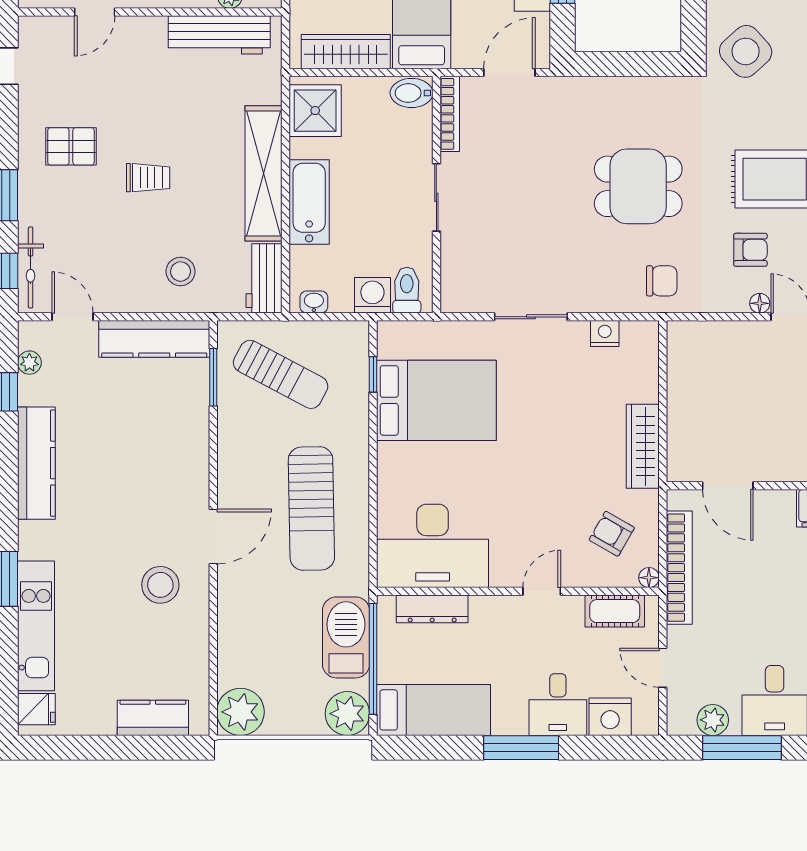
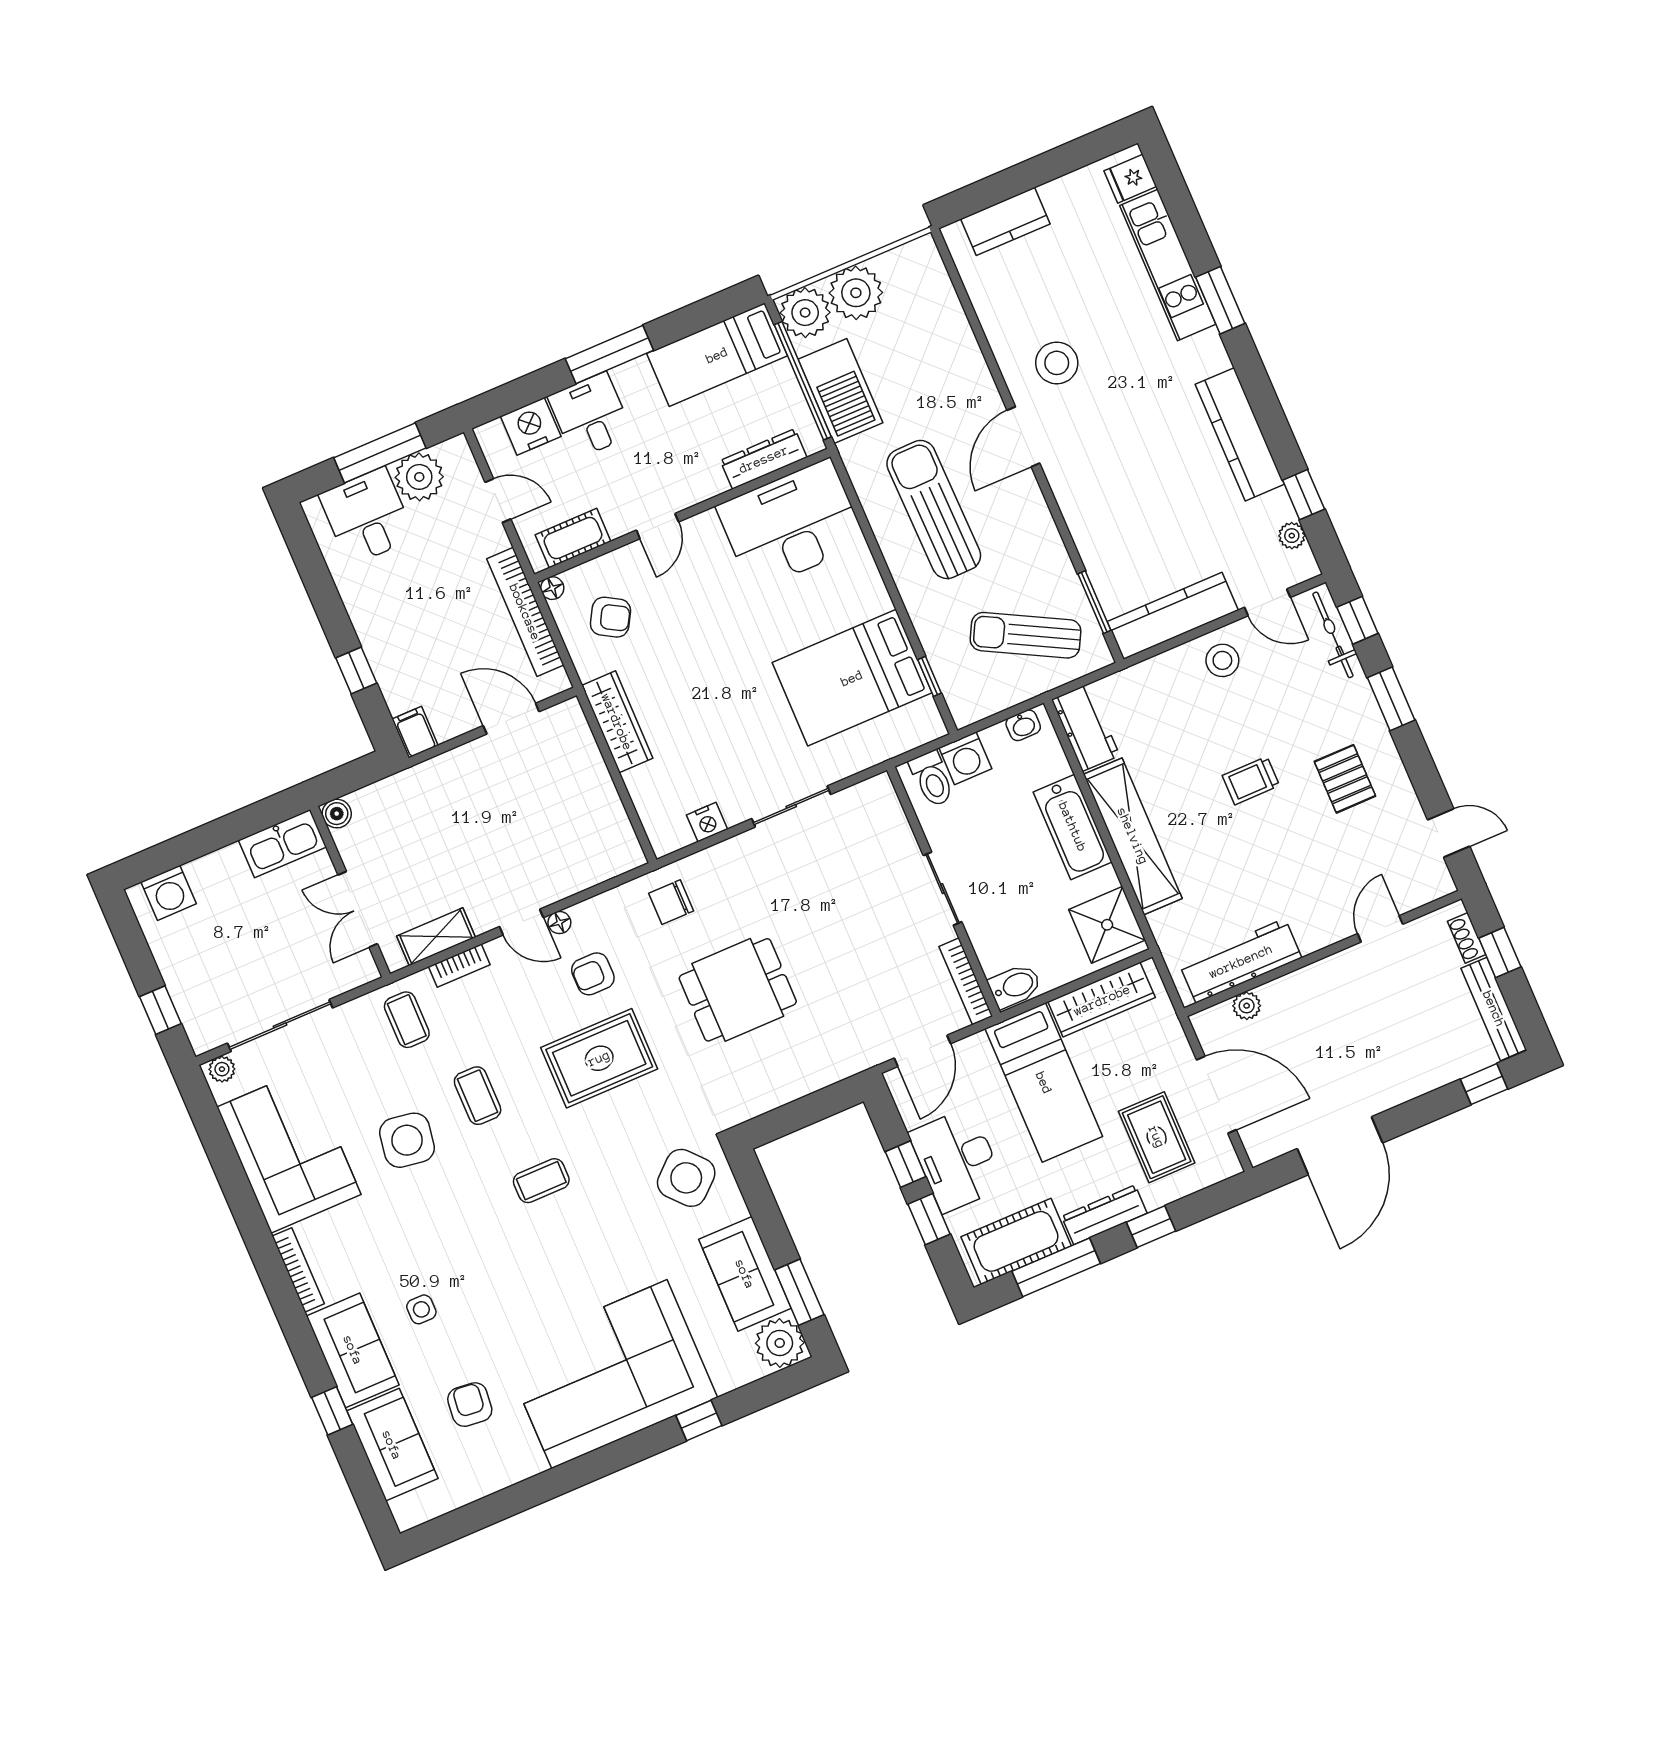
pallet: (71, 146) -> (1345, 779), turned 90
stool: (181, 272) -> (1222, 660), moved
plant: (240, 712) -> (856, 293), moved
plant: (713, 720) -> (419, 477), width x1.36, depth x1.36

